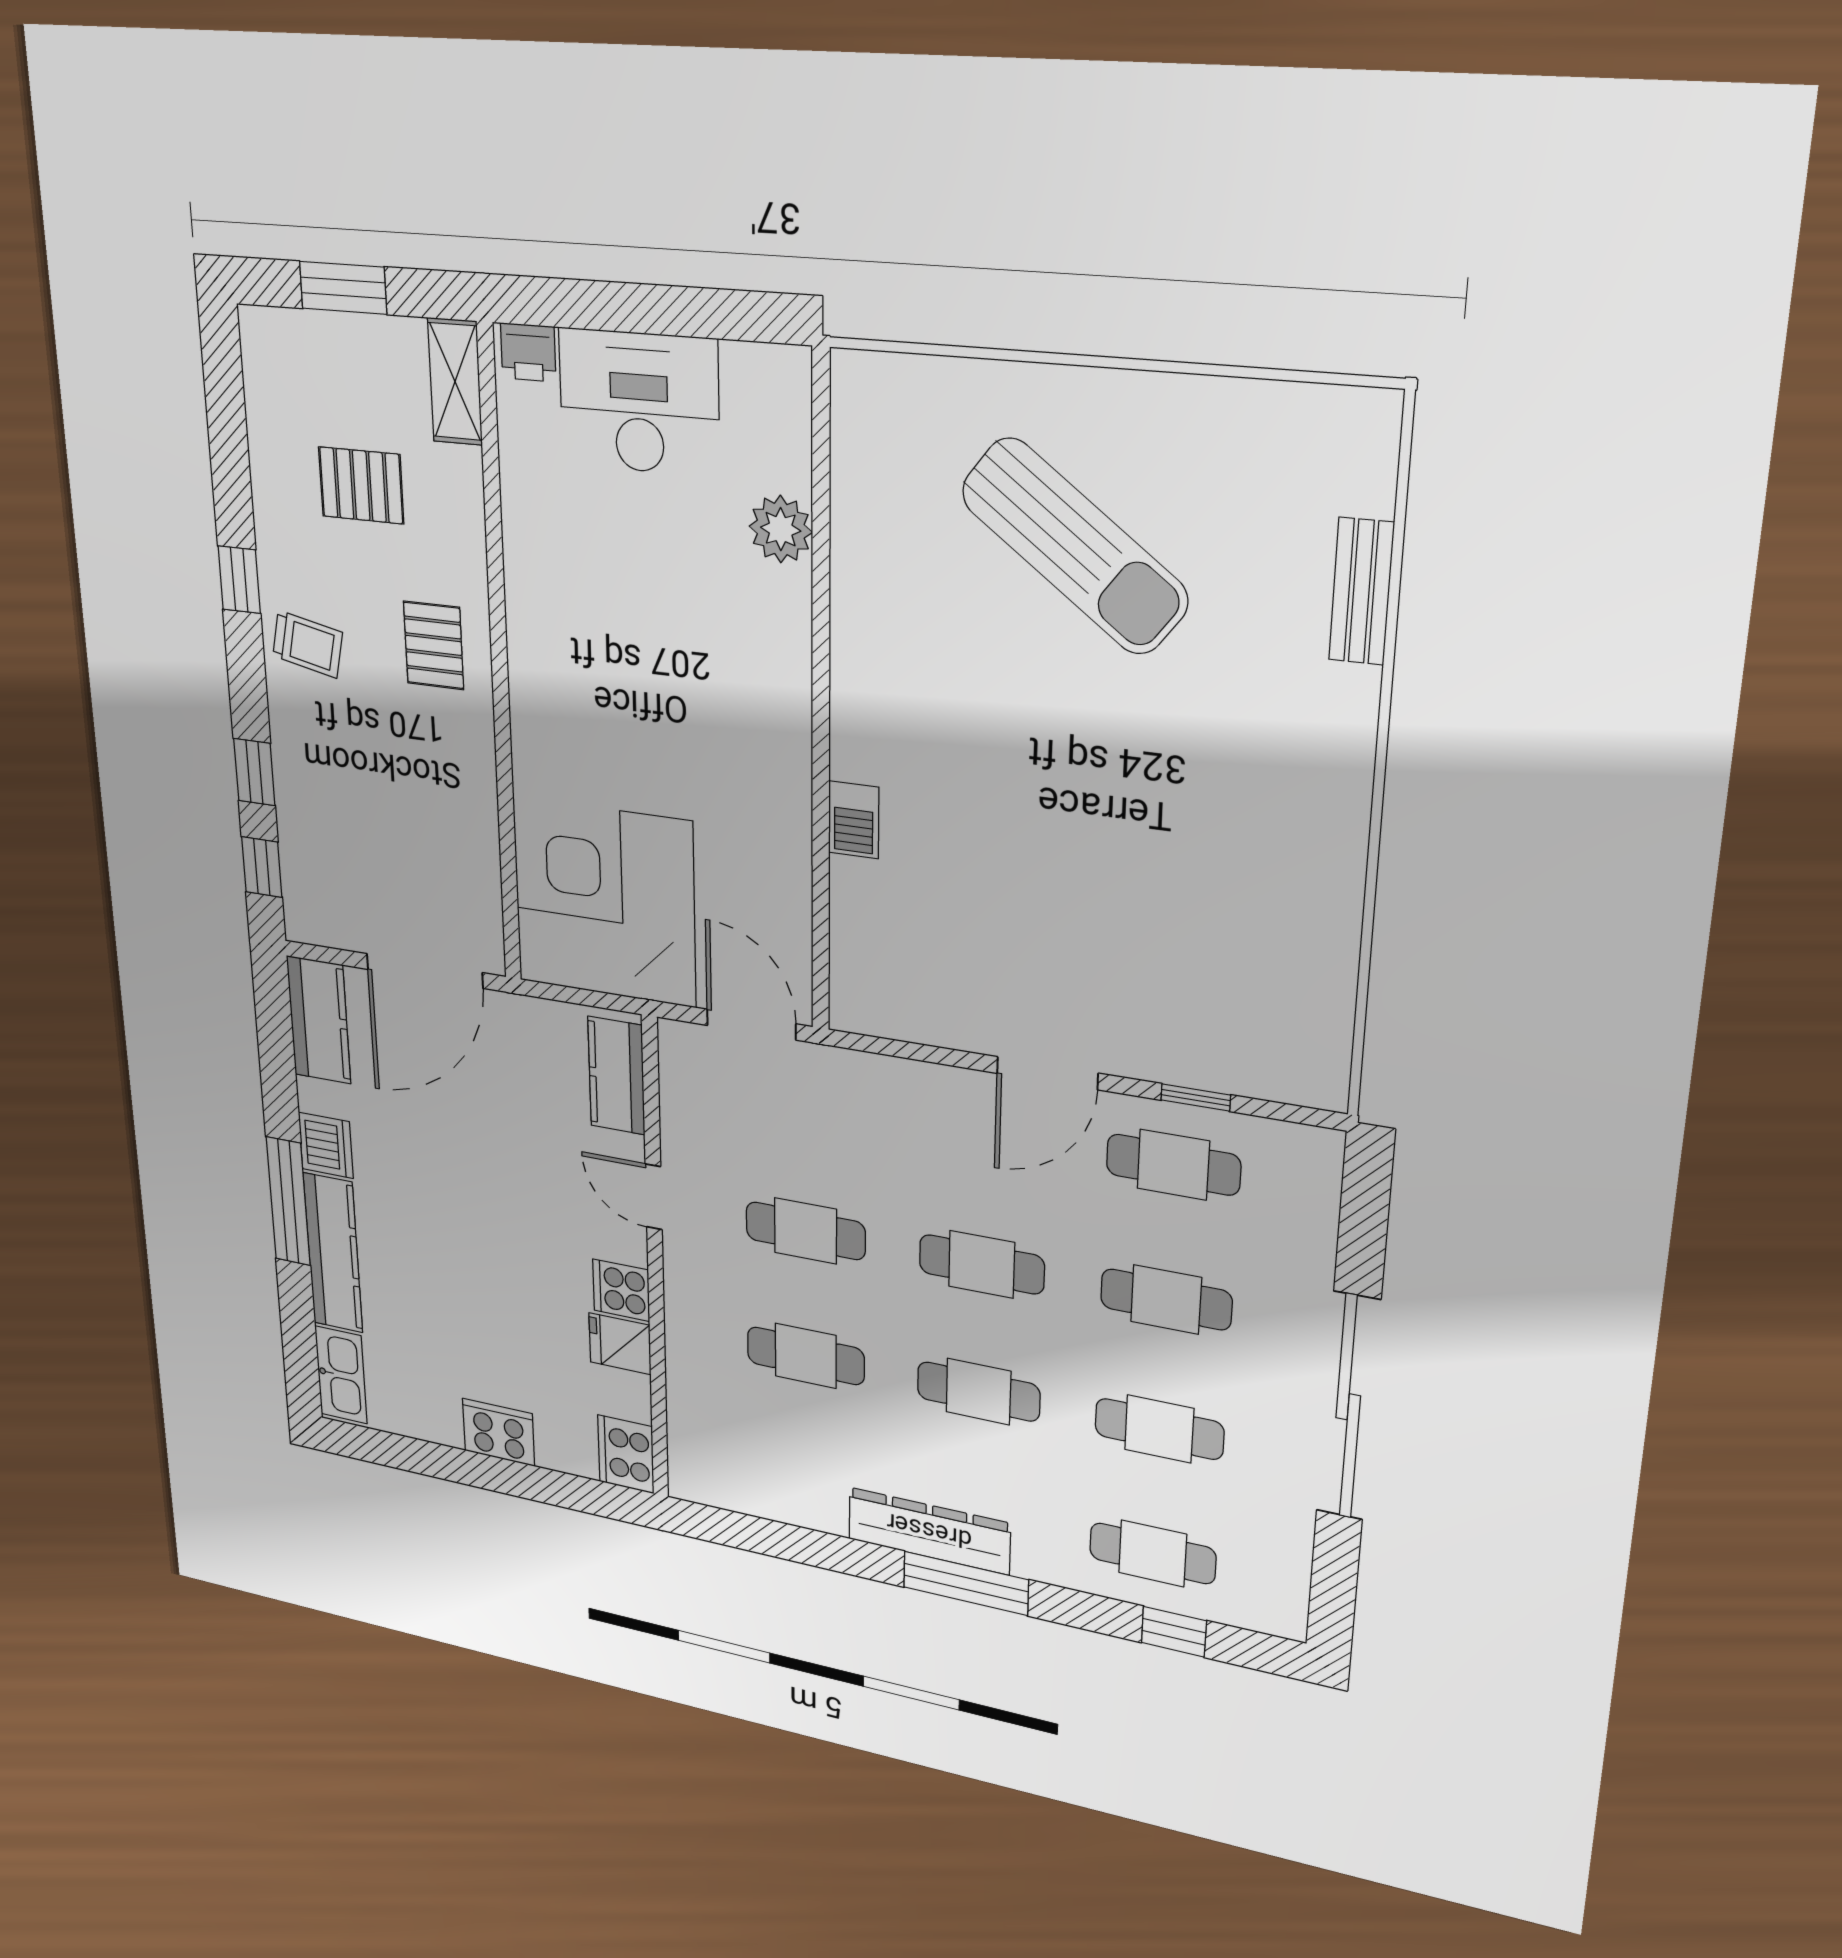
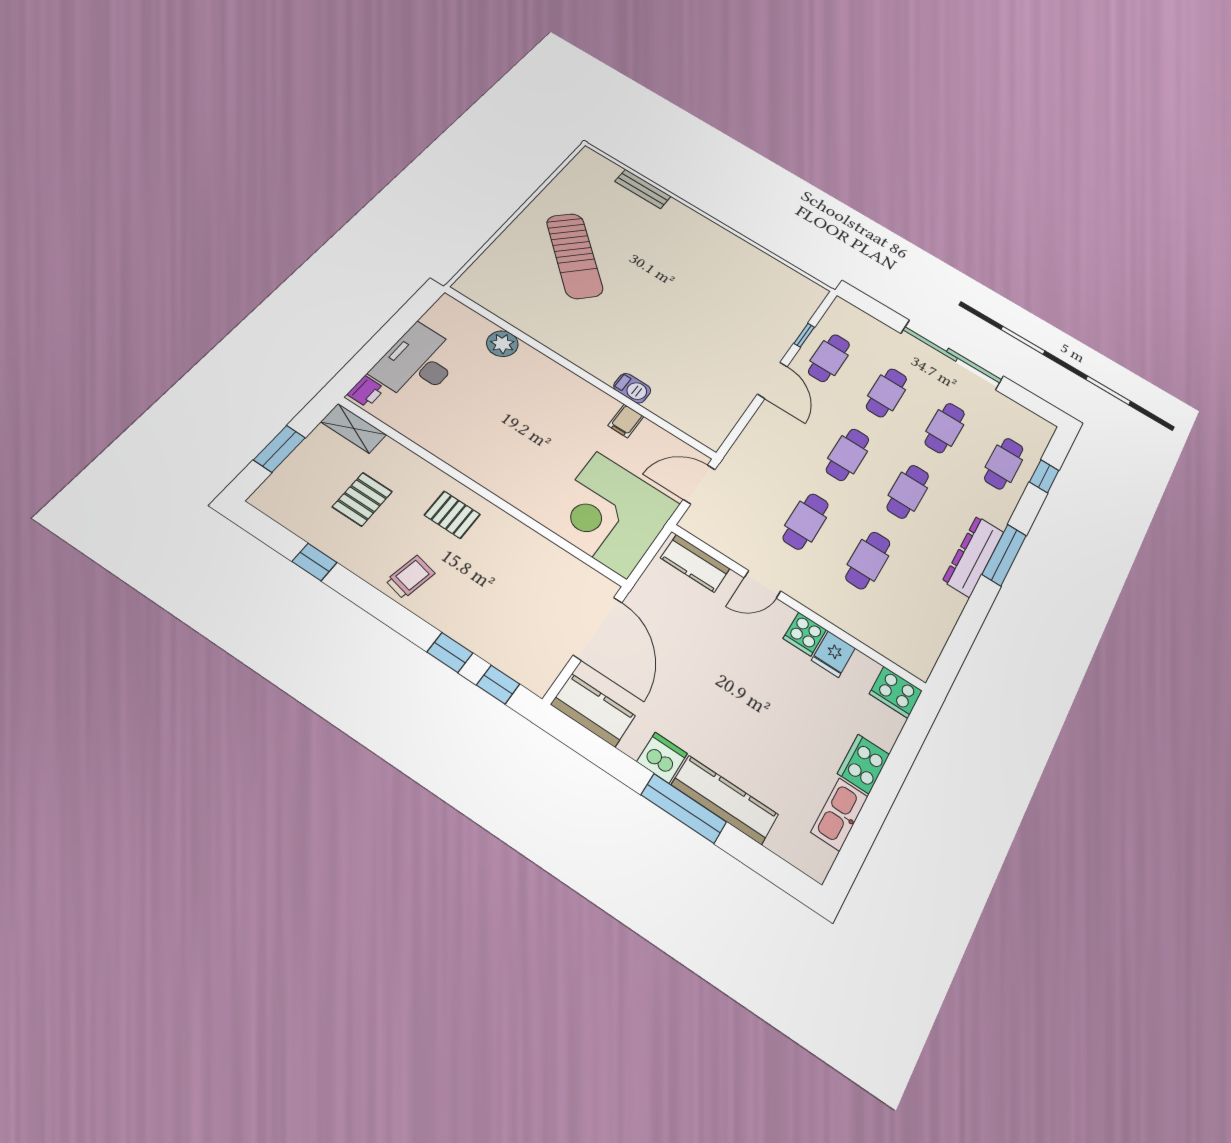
sun lounger: (1075, 546) -> (575, 256), turned 96
window: (239, 580) -> (315, 562), moved
filing cabinet: (782, 841) -> (626, 421), added
kitchen sink: (341, 1375) -> (840, 814), moved, turned -90

